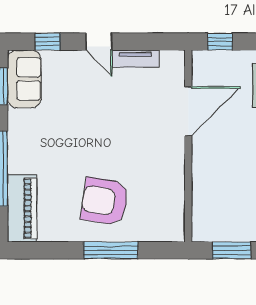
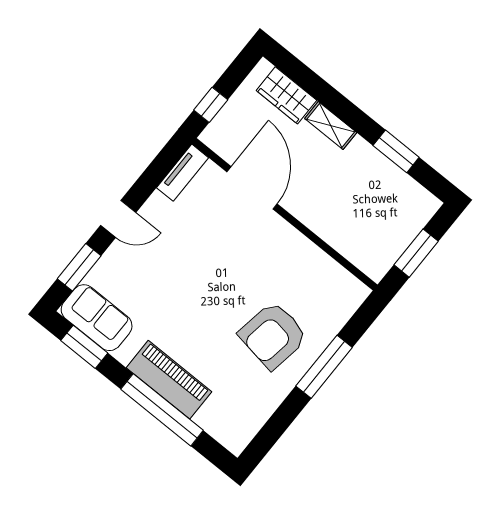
window: (48, 42) -> (79, 267), width x1.50
tv unit: (136, 59) -> (182, 173), moved
piano: (22, 208) -> (169, 380), moved

